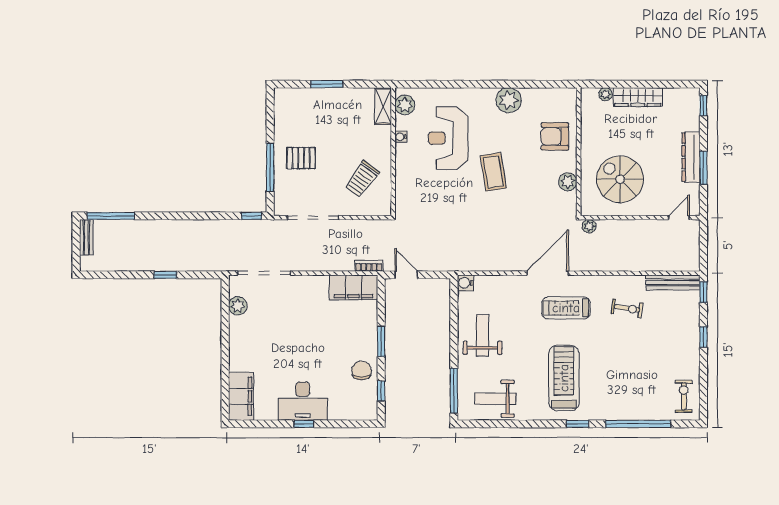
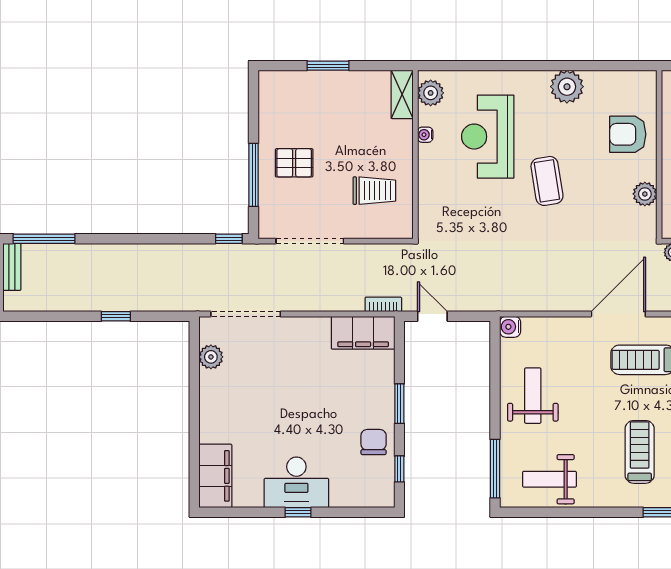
trolley: (362, 179) -> (374, 191), turned -126
treadmill: (564, 378) -> (640, 452), width x0.73, depth x0.73

